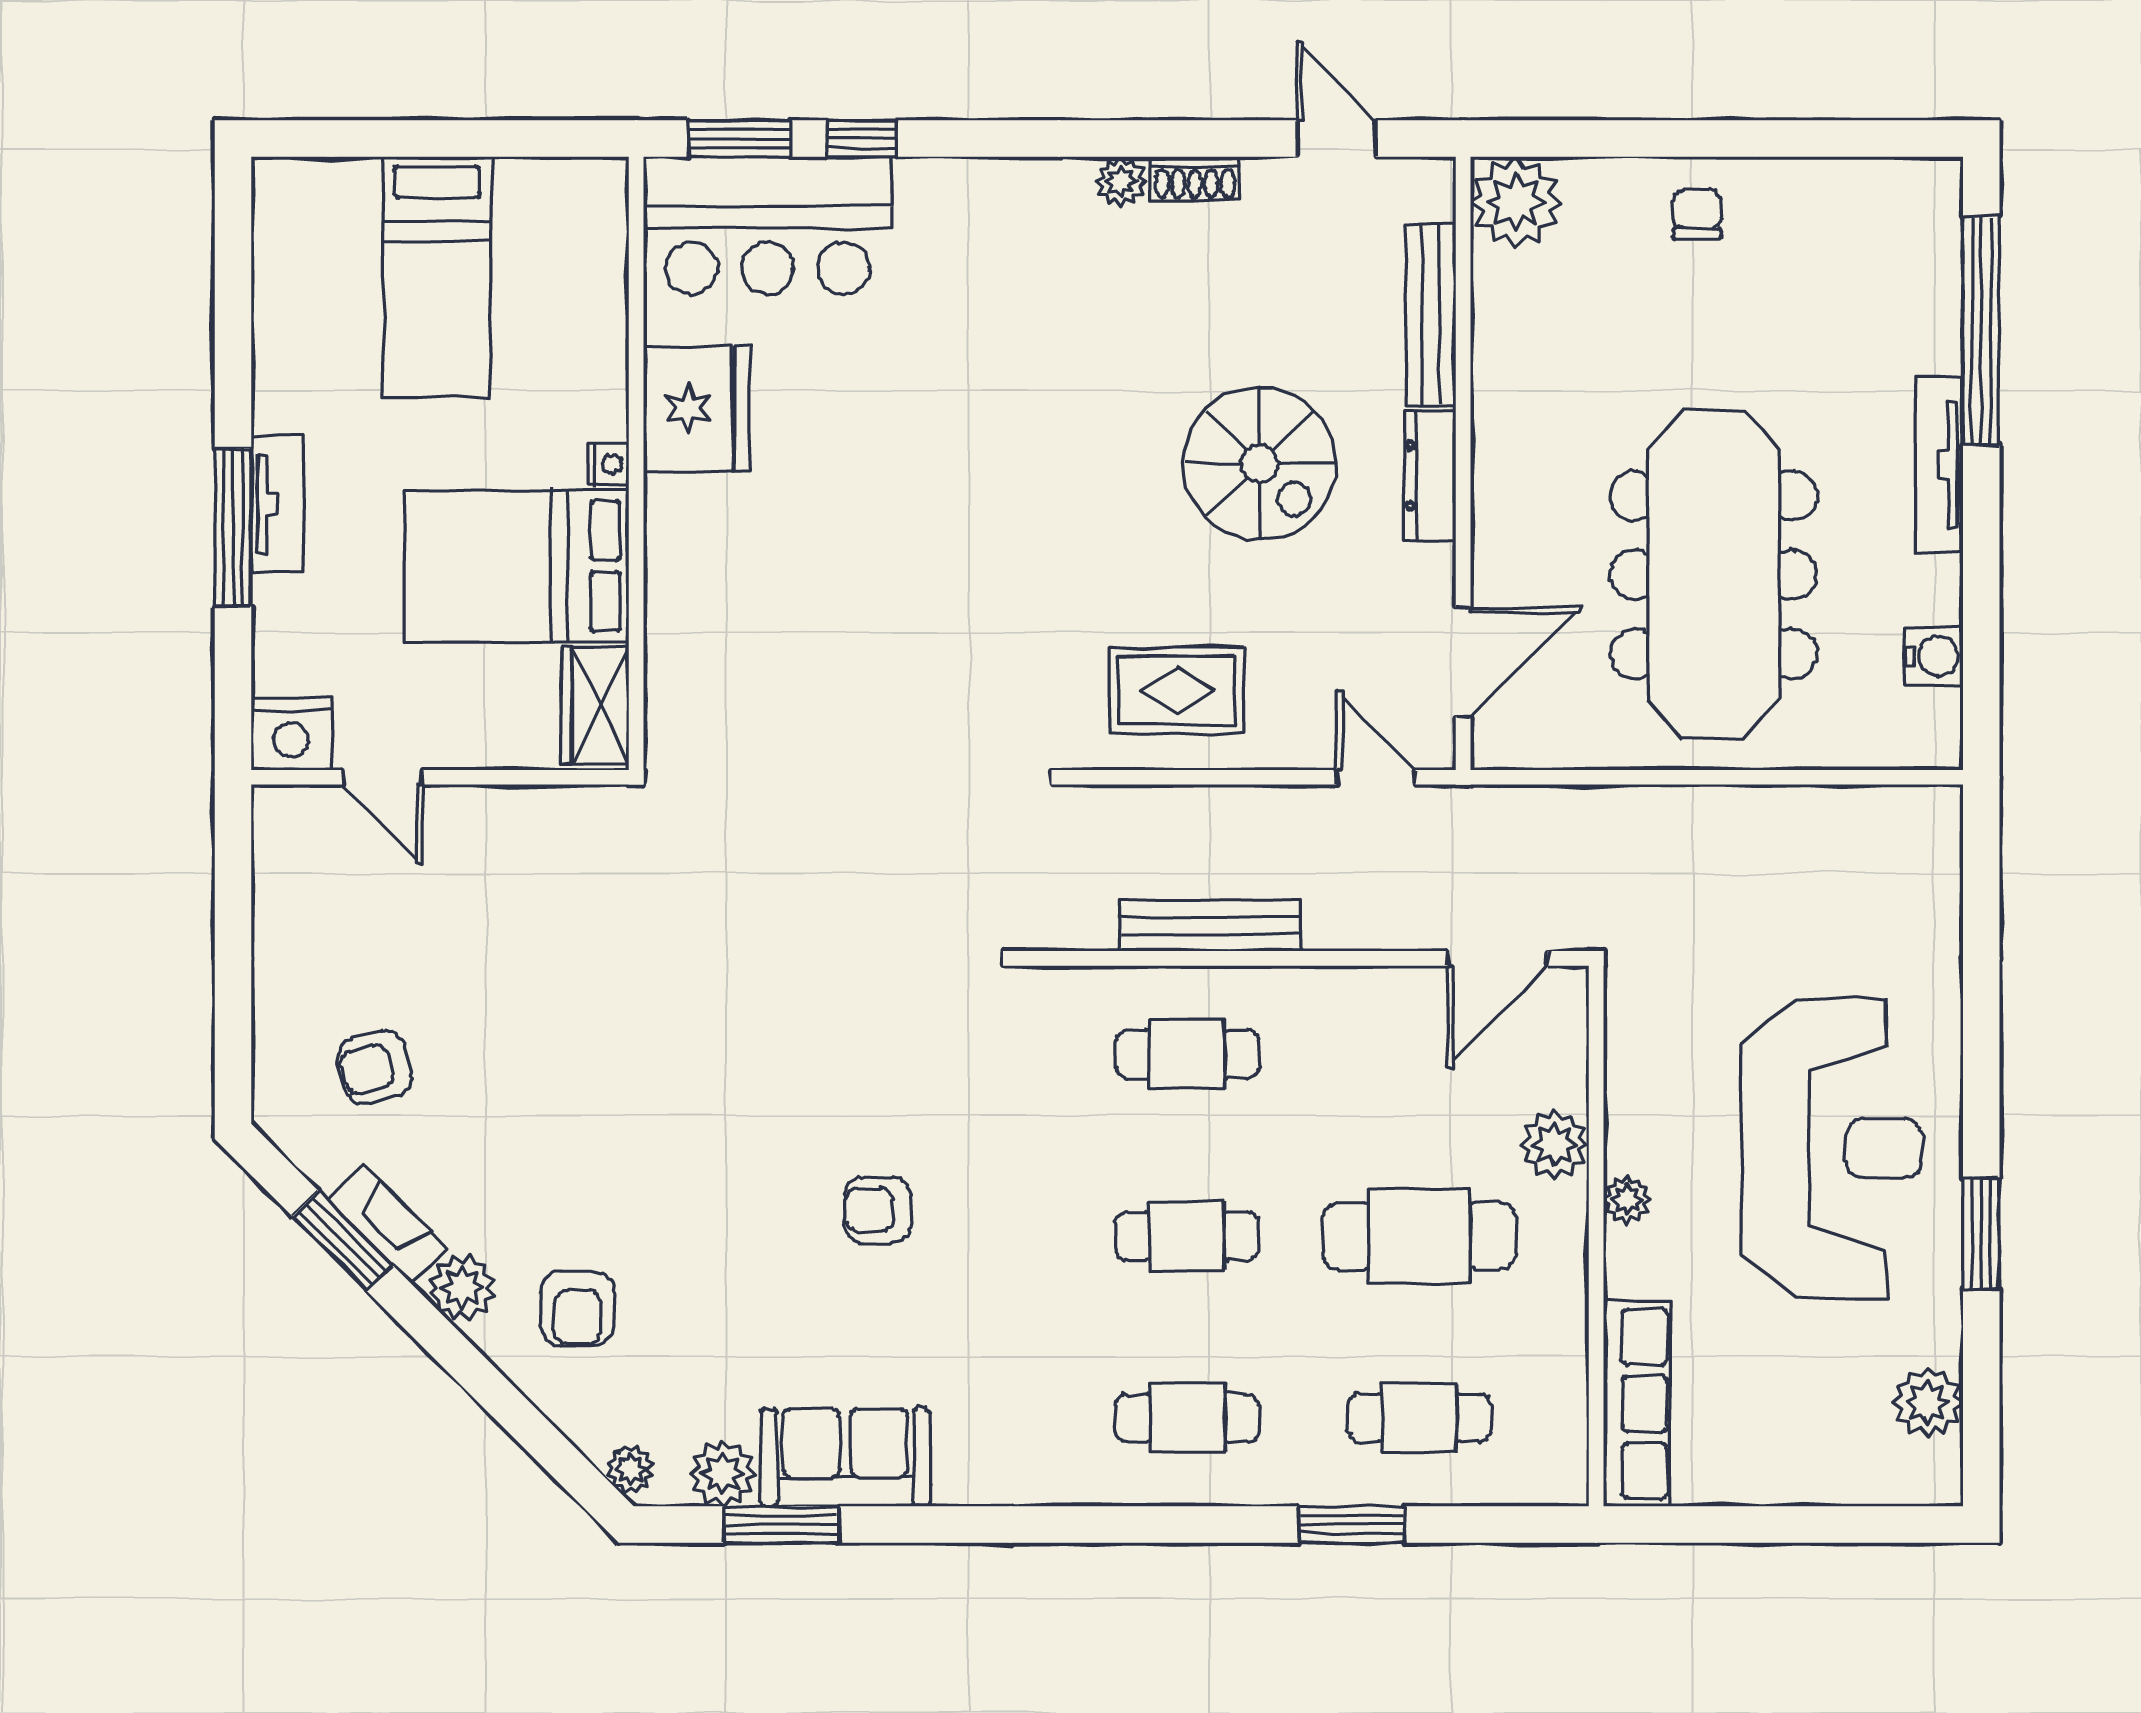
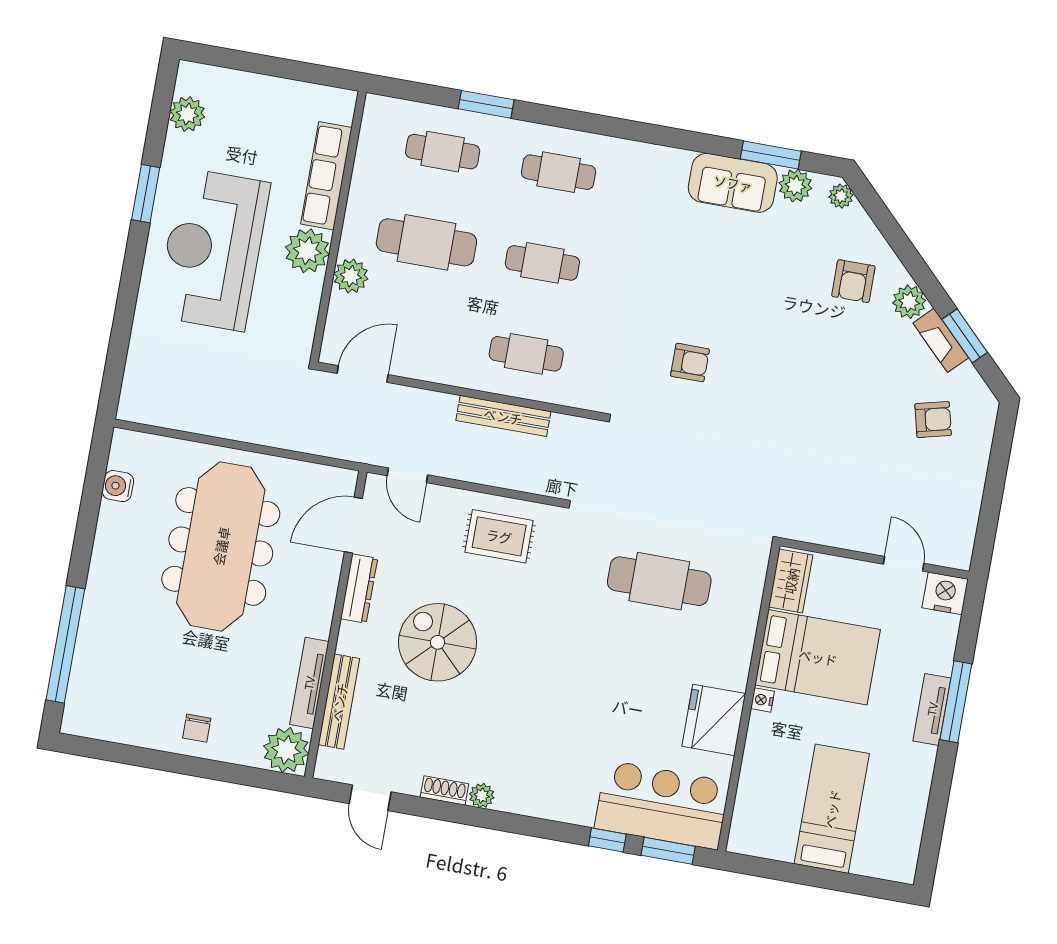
tv unit: (1939, 465) -> (309, 683), moved, turned 180
dresser: (1430, 476) -> (359, 588), moved
cafe table: (850, 659) -> (659, 581), added
plant: (1627, 1199) -> (307, 251), width x1.87, depth x1.87
armchair: (877, 1210) -> (690, 363), moved
armchair: (577, 1308) -> (853, 281), turned 180
row of seats: (1637, 1404) -> (326, 176), moved

